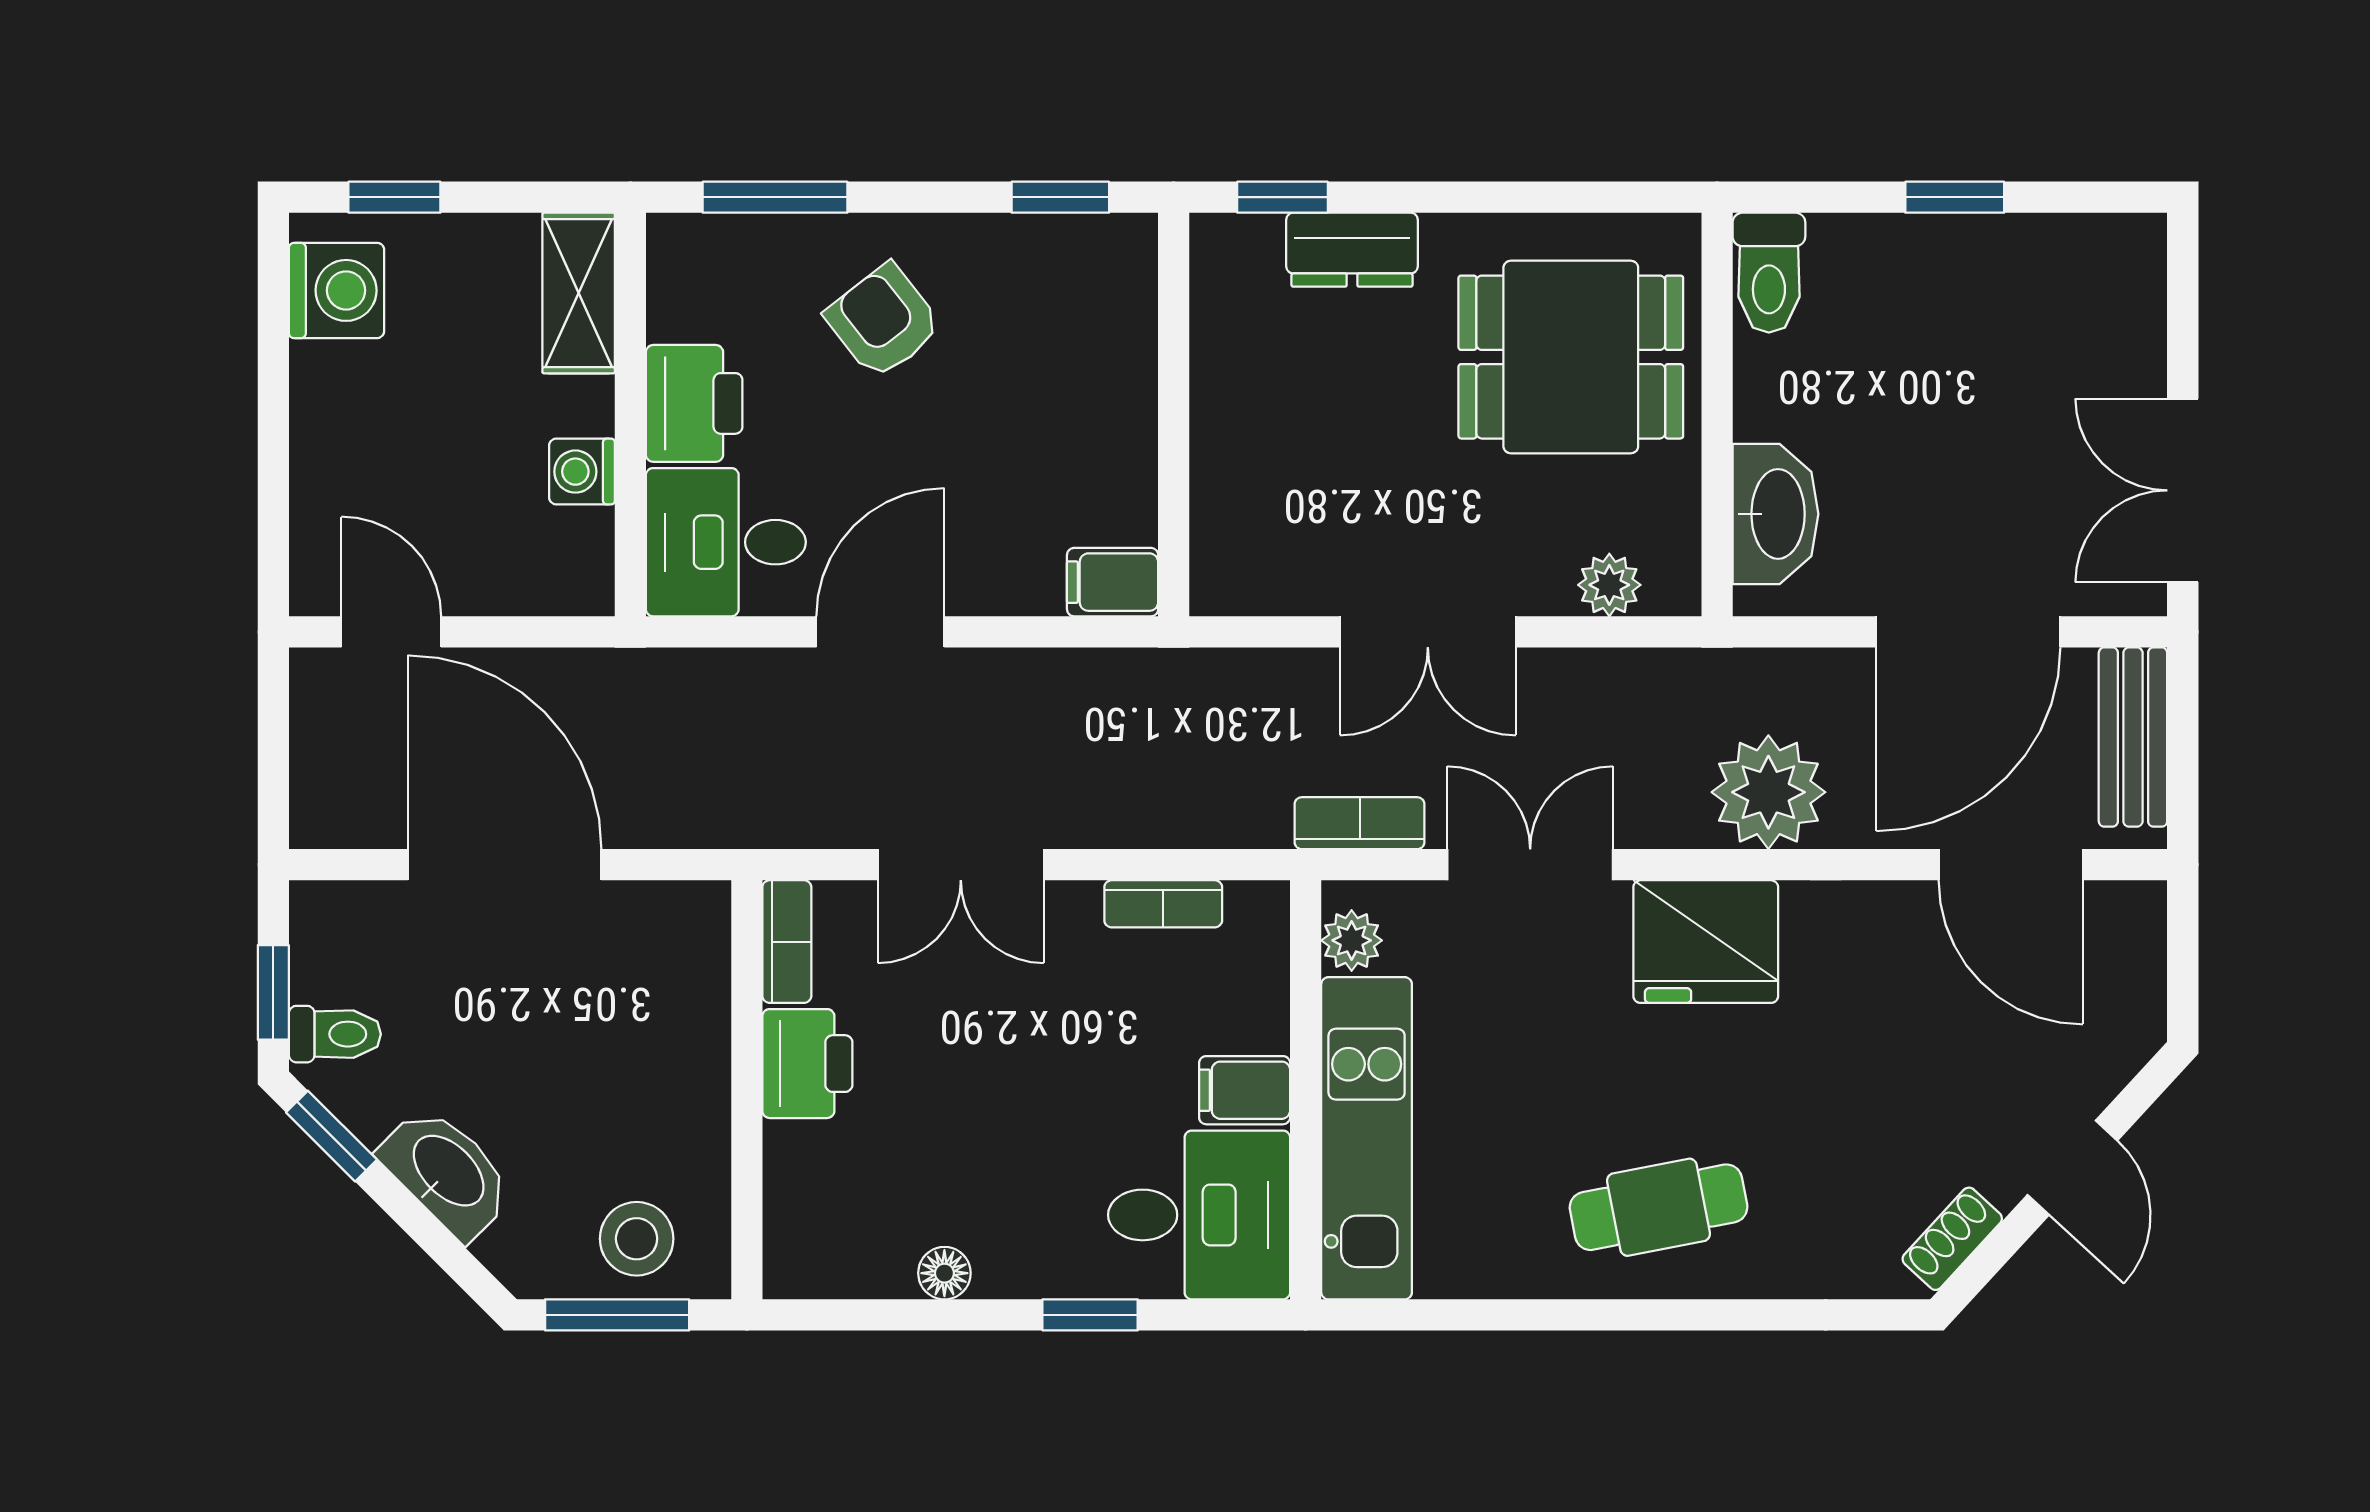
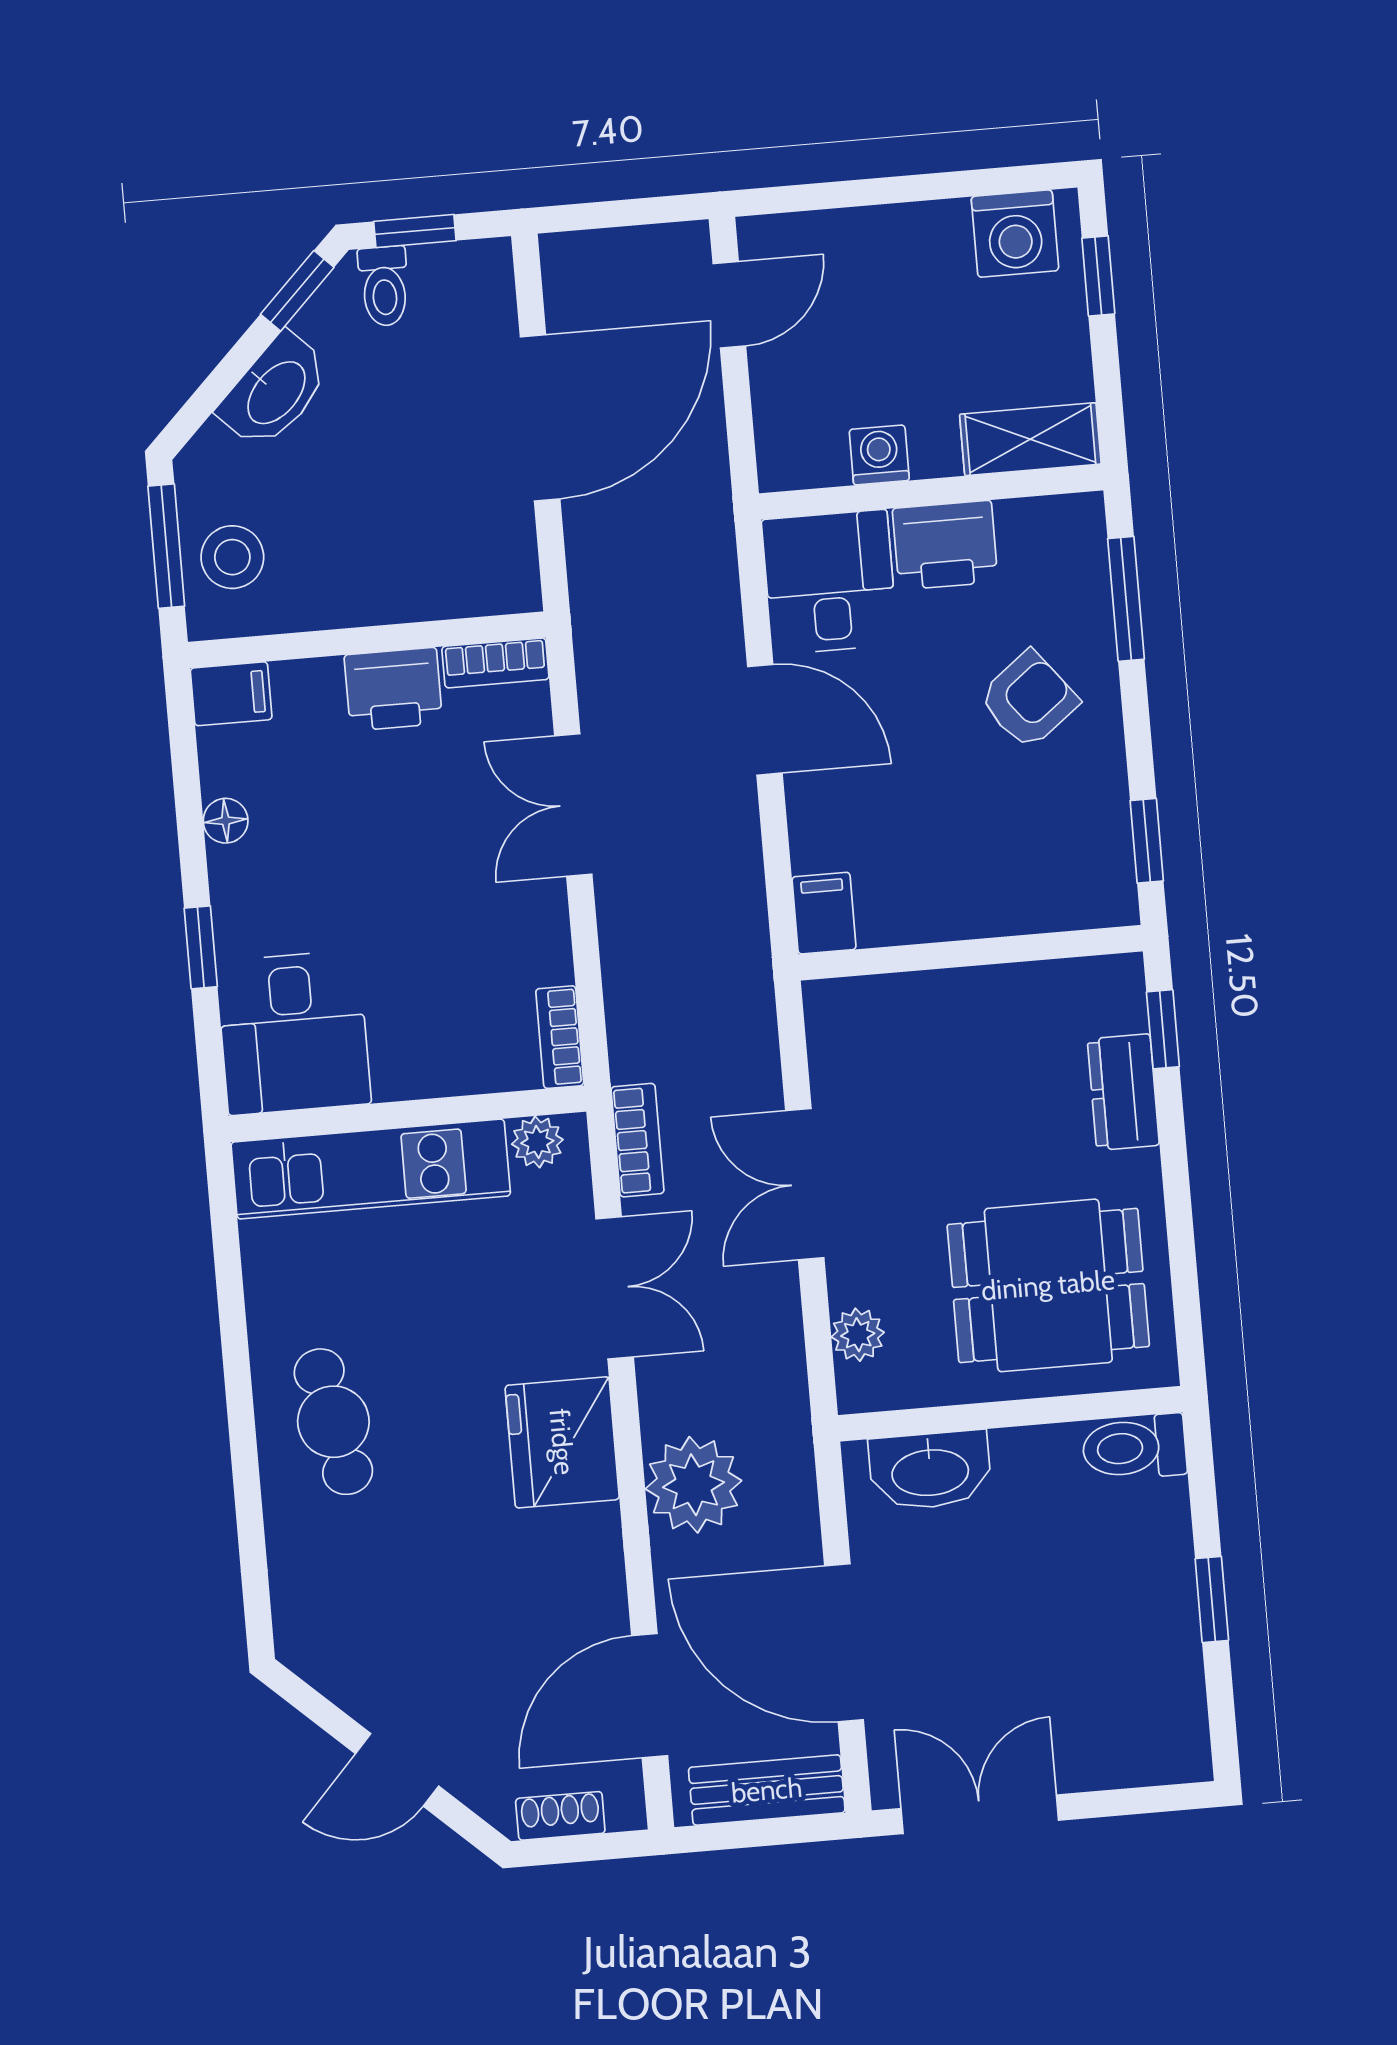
dining table: (1571, 357) -> (1048, 1285), turned 90
bookcase: (1163, 904) -> (560, 1037), moved
filing cabinet: (1245, 1090) -> (231, 694), moved, turned 90
shoe rack: (1952, 1239) -> (560, 1816), moved, turned -43

